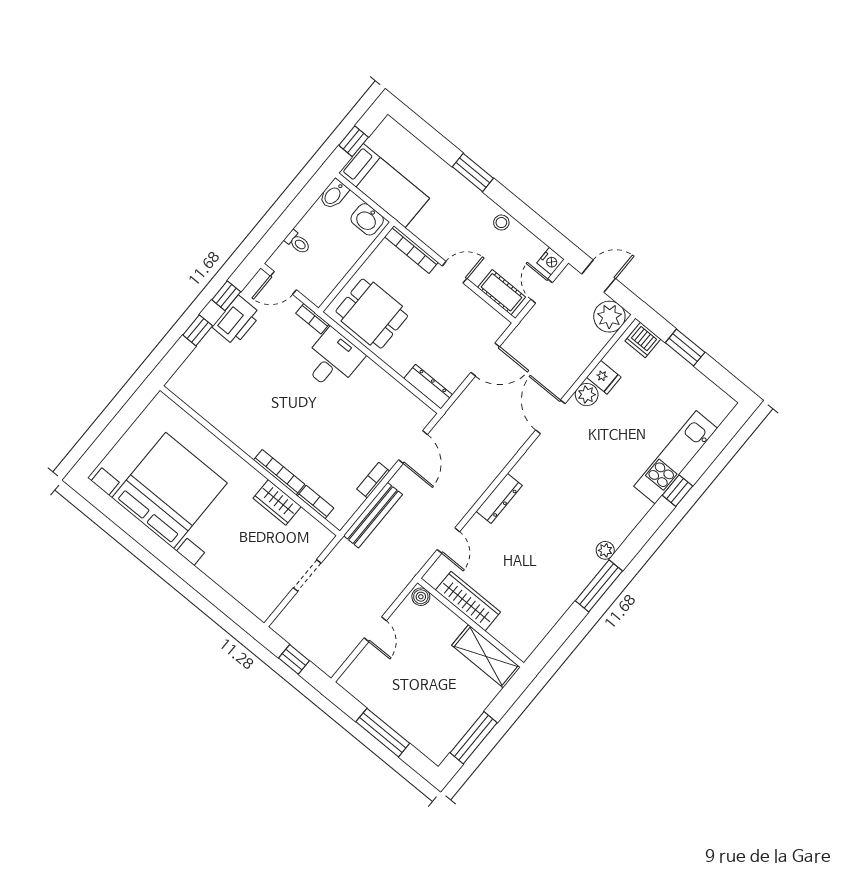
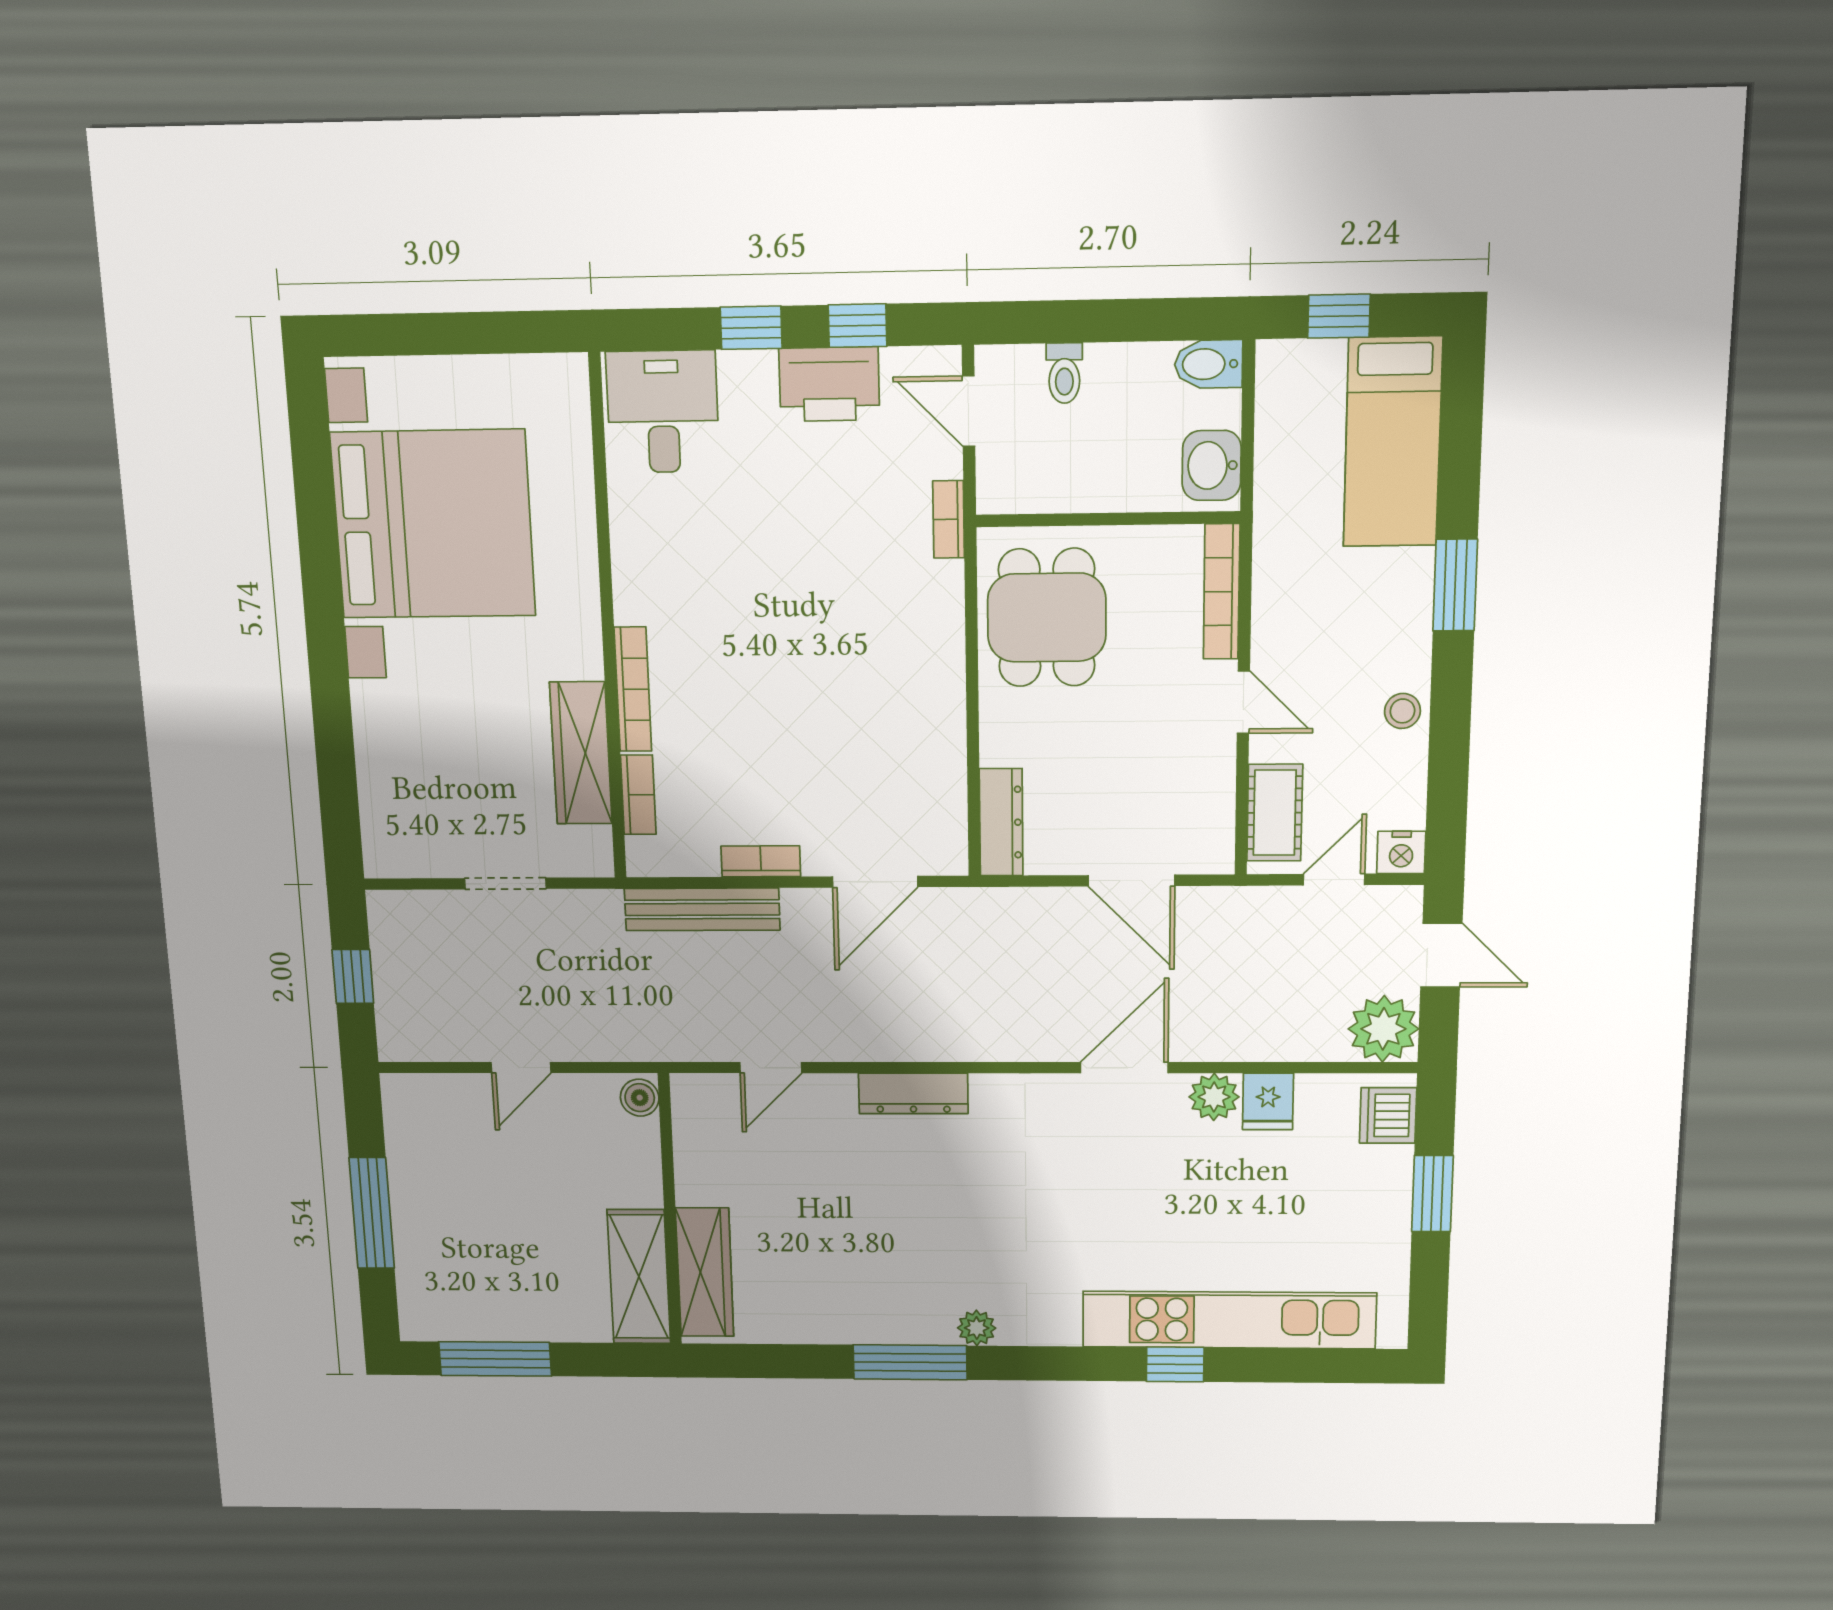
bed: (384, 186) -> (1393, 442), moved
desk: (333, 360) -> (663, 412), moved, turned -90
kitchen unit: (676, 457) -> (1229, 1320), width x1.36
wardrobe: (277, 502) -> (581, 753), width x1.50
wardrobe: (468, 601) -> (705, 1272), moved

